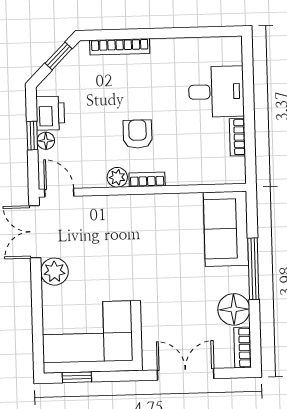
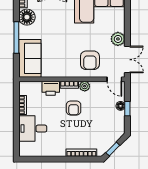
printer: (50, 113) -> (51, 88), moved, turned -90
armchair: (108, 228) -> (90, 60), added

